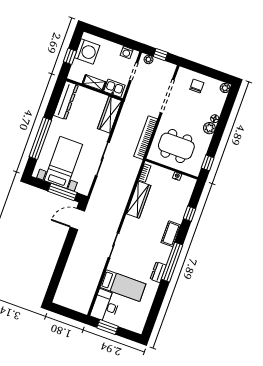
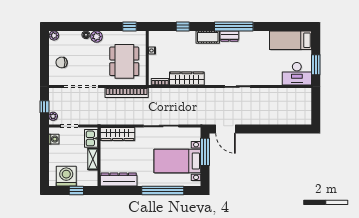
dresser: (158, 272) -> (229, 36), moved
bed: (123, 286) -> (291, 40), moved, turned -90

